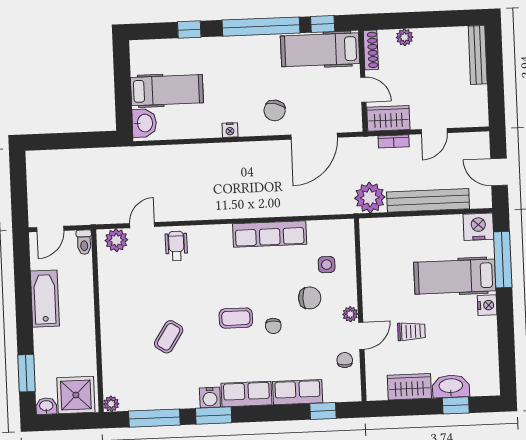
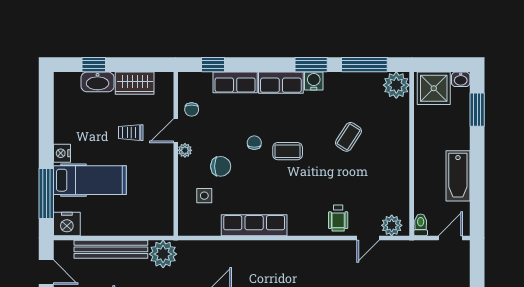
chair: (310, 298) -> (221, 166), turned 180
plant: (111, 404) -> (396, 85), width x1.88, depth x1.88

